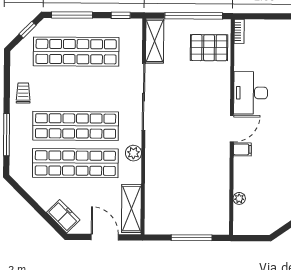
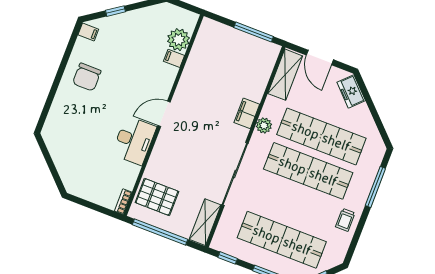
filing cabinet: (242, 149) -> (174, 58), moved
filing cabinet: (154, 158) -> (247, 113), added
plant: (239, 198) -> (178, 40), width x1.88, depth x1.88
window: (192, 238) -> (254, 32), moved

